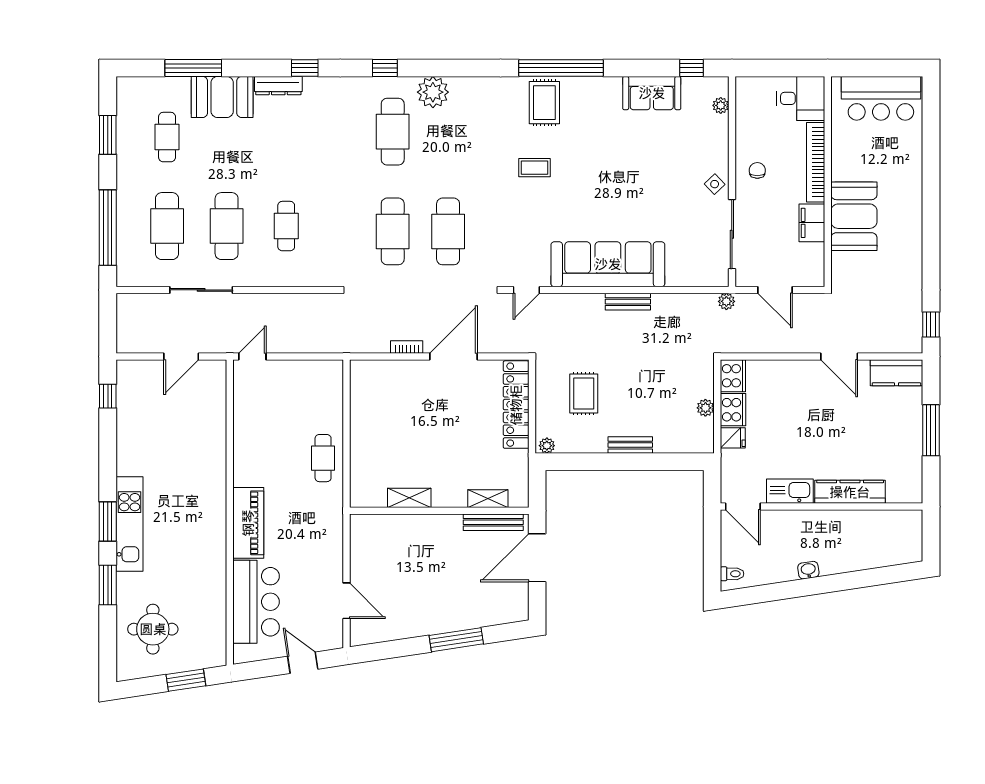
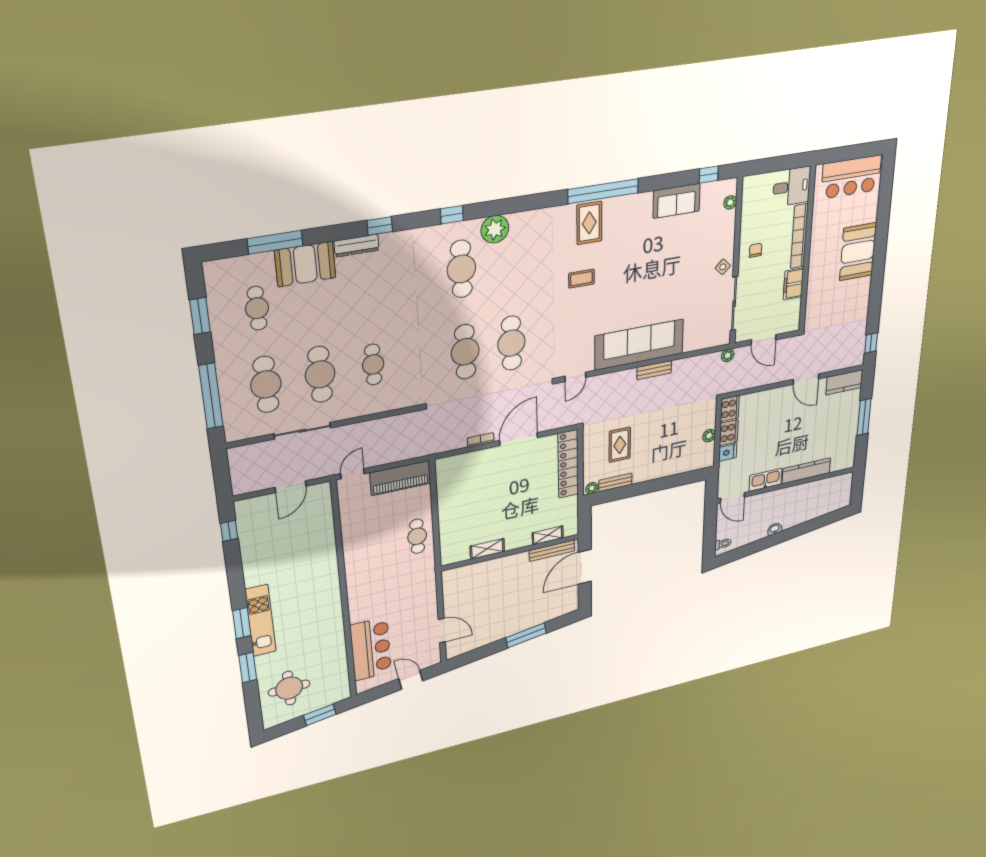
booth: (854, 216) -> (858, 252), moved
bench: (630, 445) -> (615, 482), moved
piano: (248, 523) -> (400, 478), moved, turned 90

